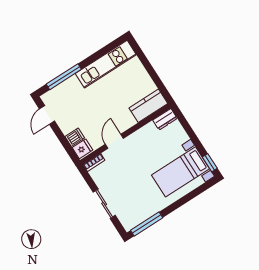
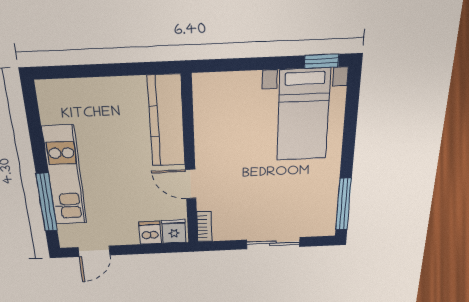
kitchen unit: (106, 64) -> (65, 176), moved
kitchen counter: (148, 106) -> (166, 121), width x1.50
door: (47, 115) -> (94, 251), hinge flipped
dresser: (165, 119) -> (204, 92), removed

